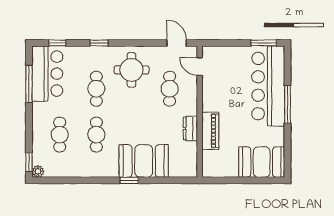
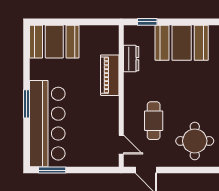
window: (288, 104) -> (26, 104), width x0.69
dresser: (190, 128) -> (131, 59), moved
window: (129, 180) -> (147, 22), moved

